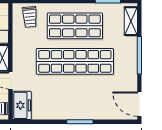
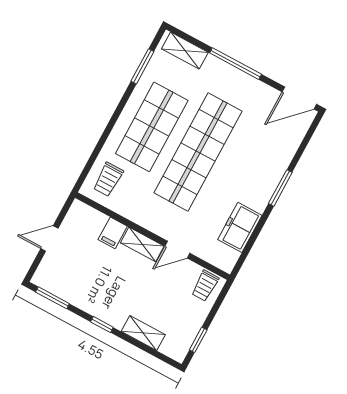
trolley: (30, 17) -> (108, 179), turned 95
freezer: (22, 105) -> (240, 227), moved, turned -90

